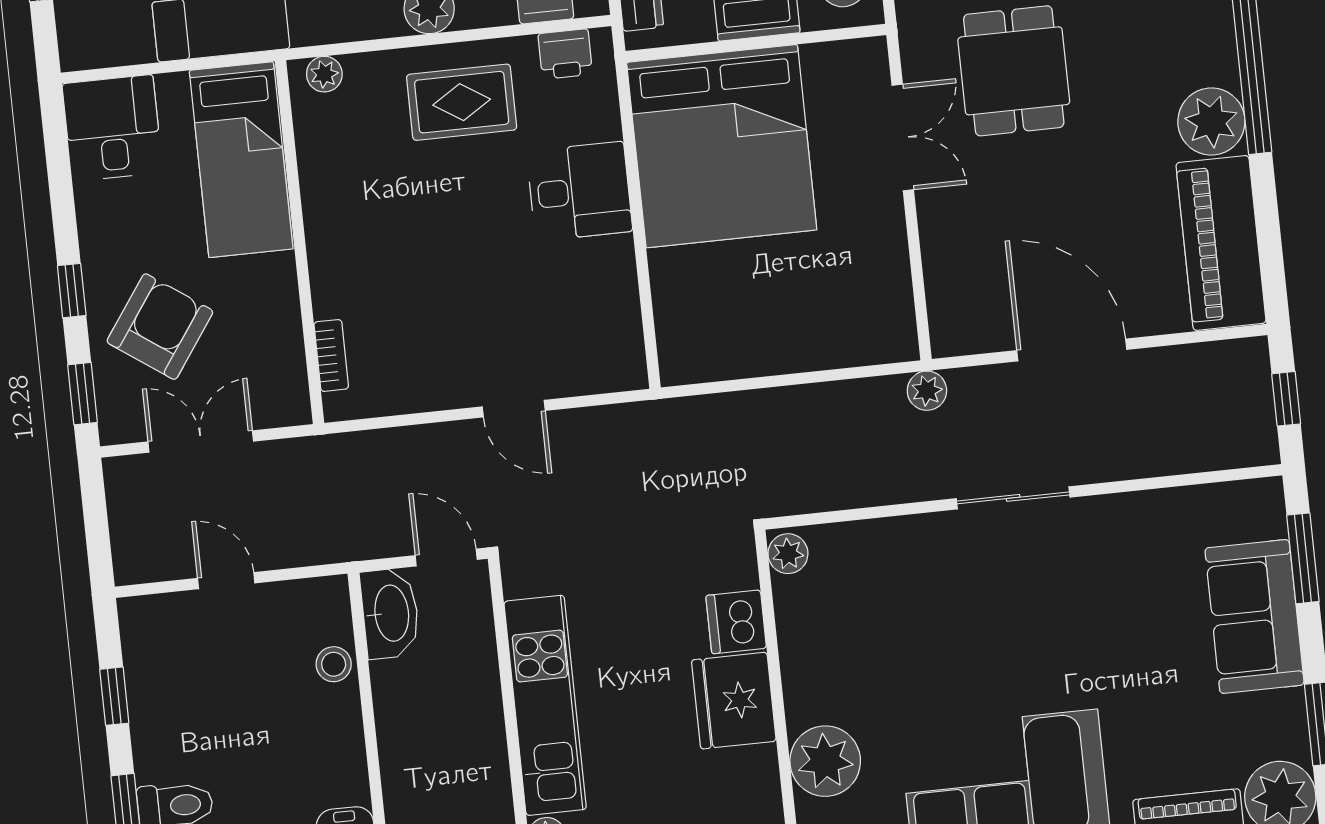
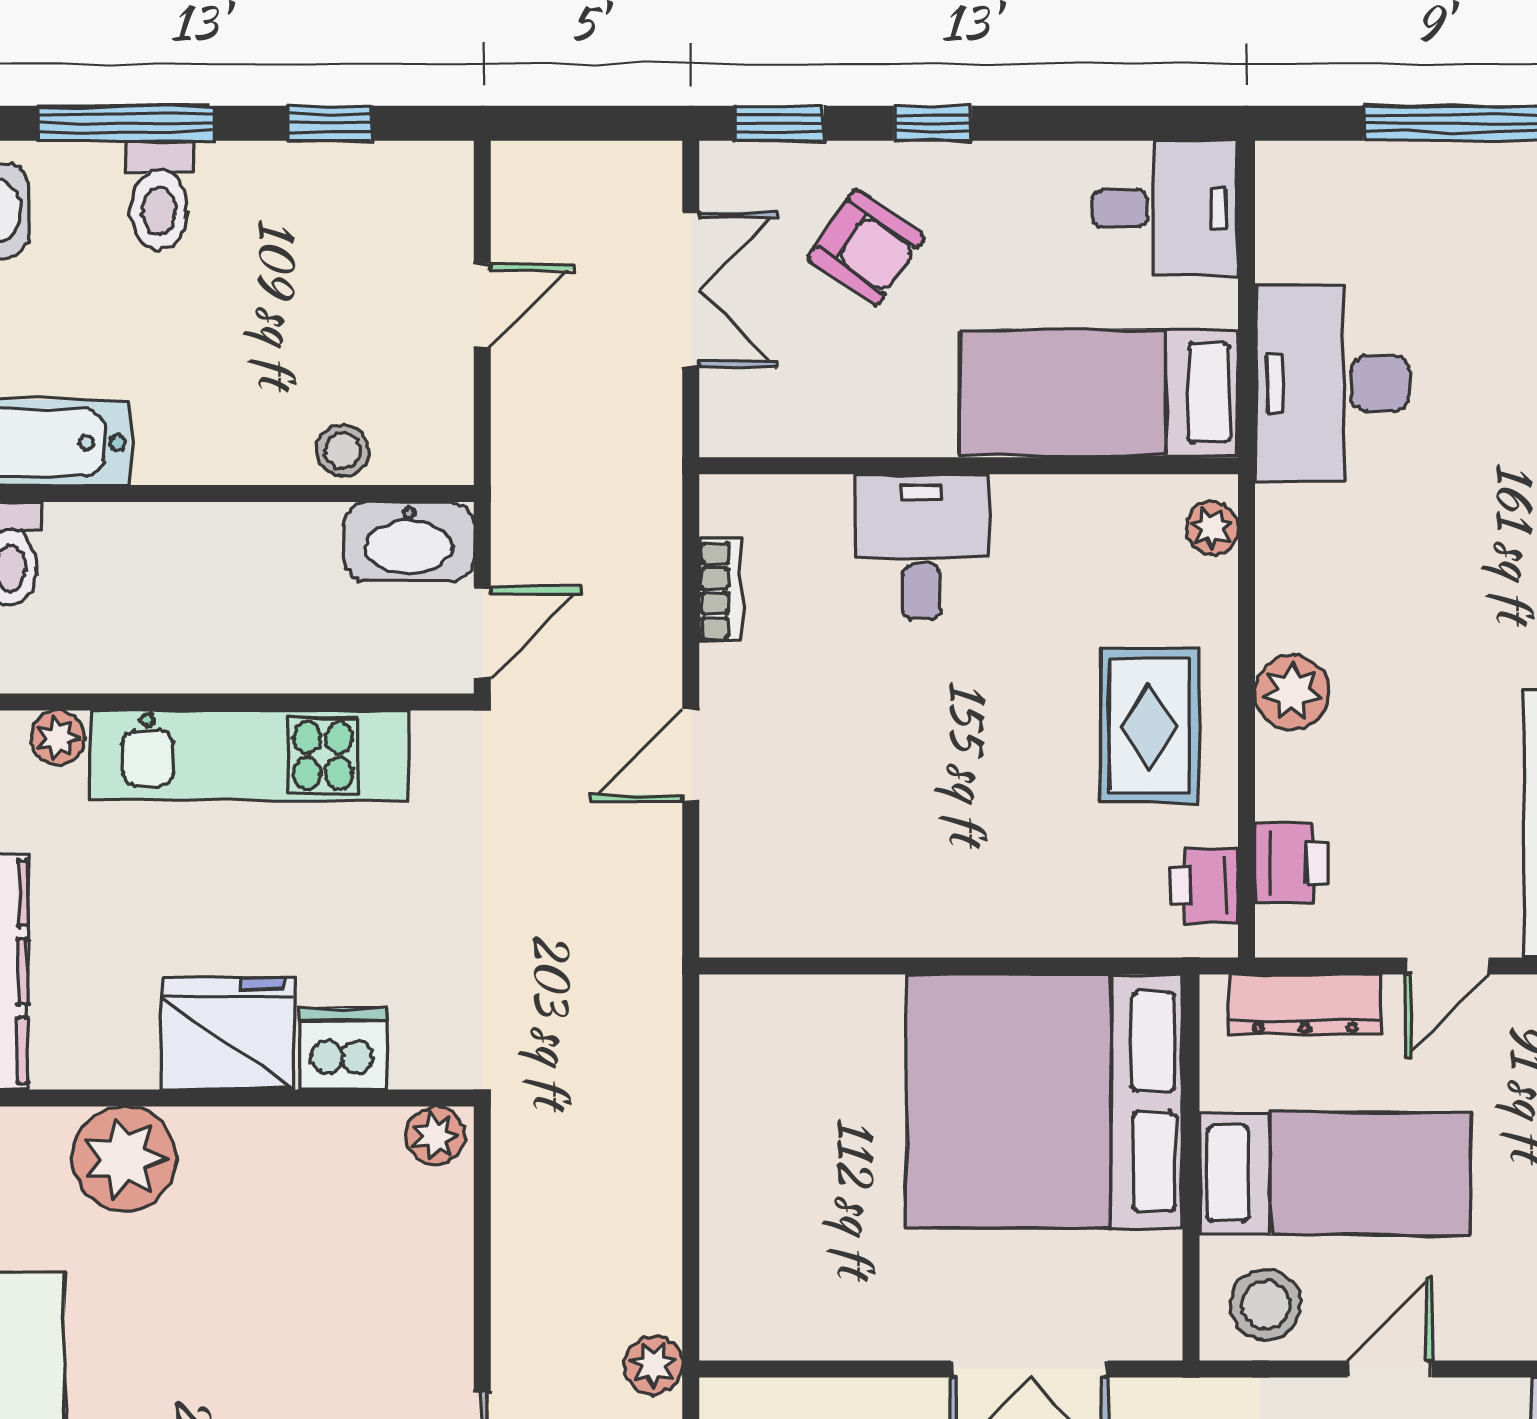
desk: (579, 191) -> (922, 546), moved, turned 180
armchair: (160, 327) -> (866, 247), width x0.72, depth x0.72
bookcase: (331, 355) -> (720, 591), moved, turned -90

